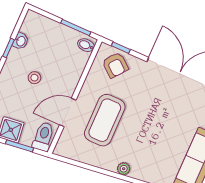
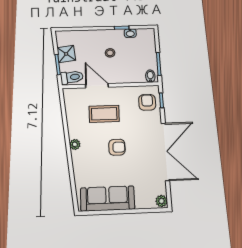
armchair: (115, 65) -> (147, 102), turned 141
coffee table: (105, 120) -> (104, 114), width x0.73, depth x0.76
armchair: (149, 124) -> (117, 147), added

